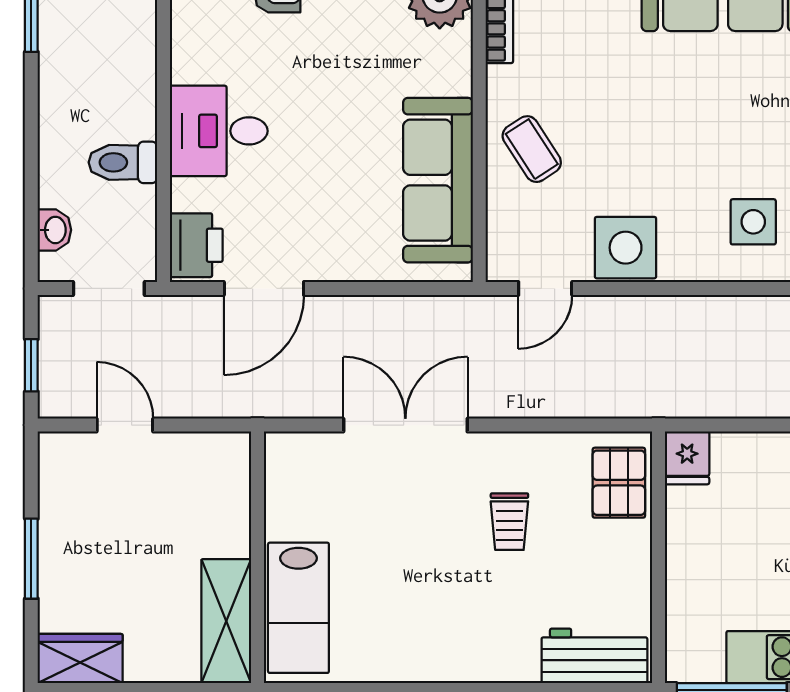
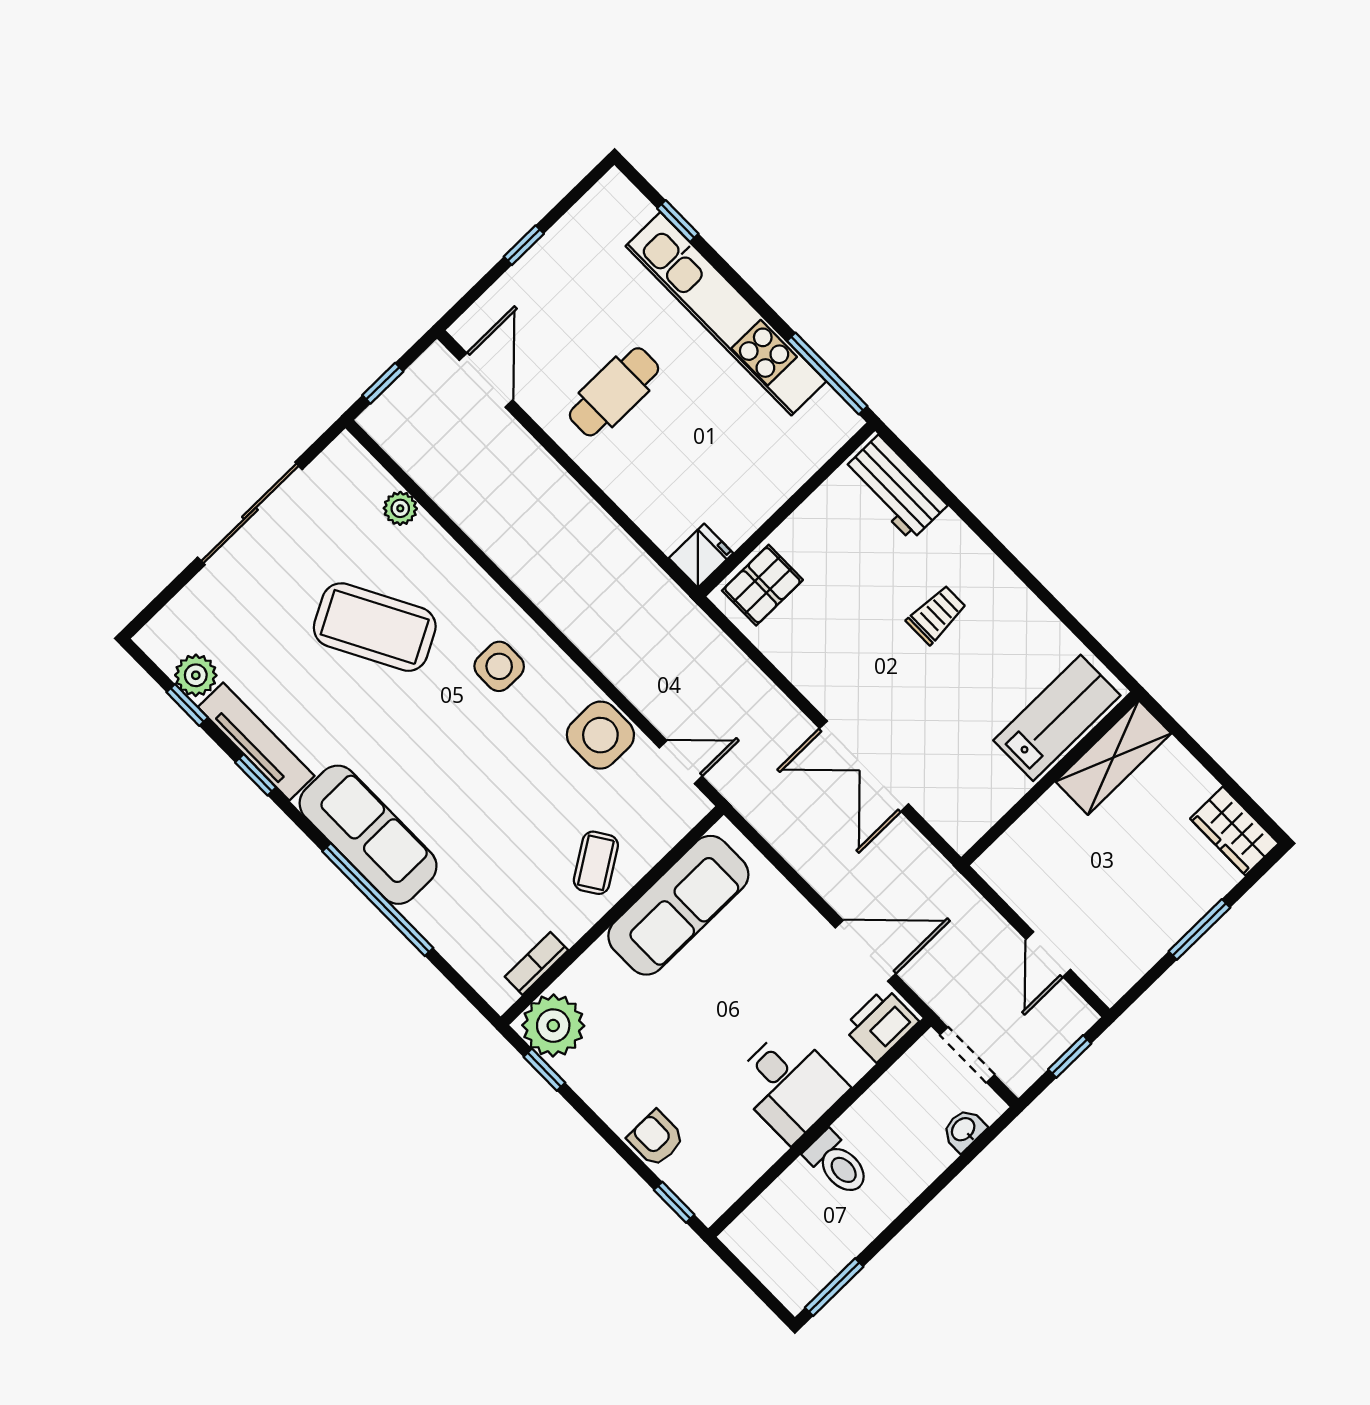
toilet: (123, 162) -> (837, 1164), moved
trolley: (509, 522) -> (937, 615), moved

